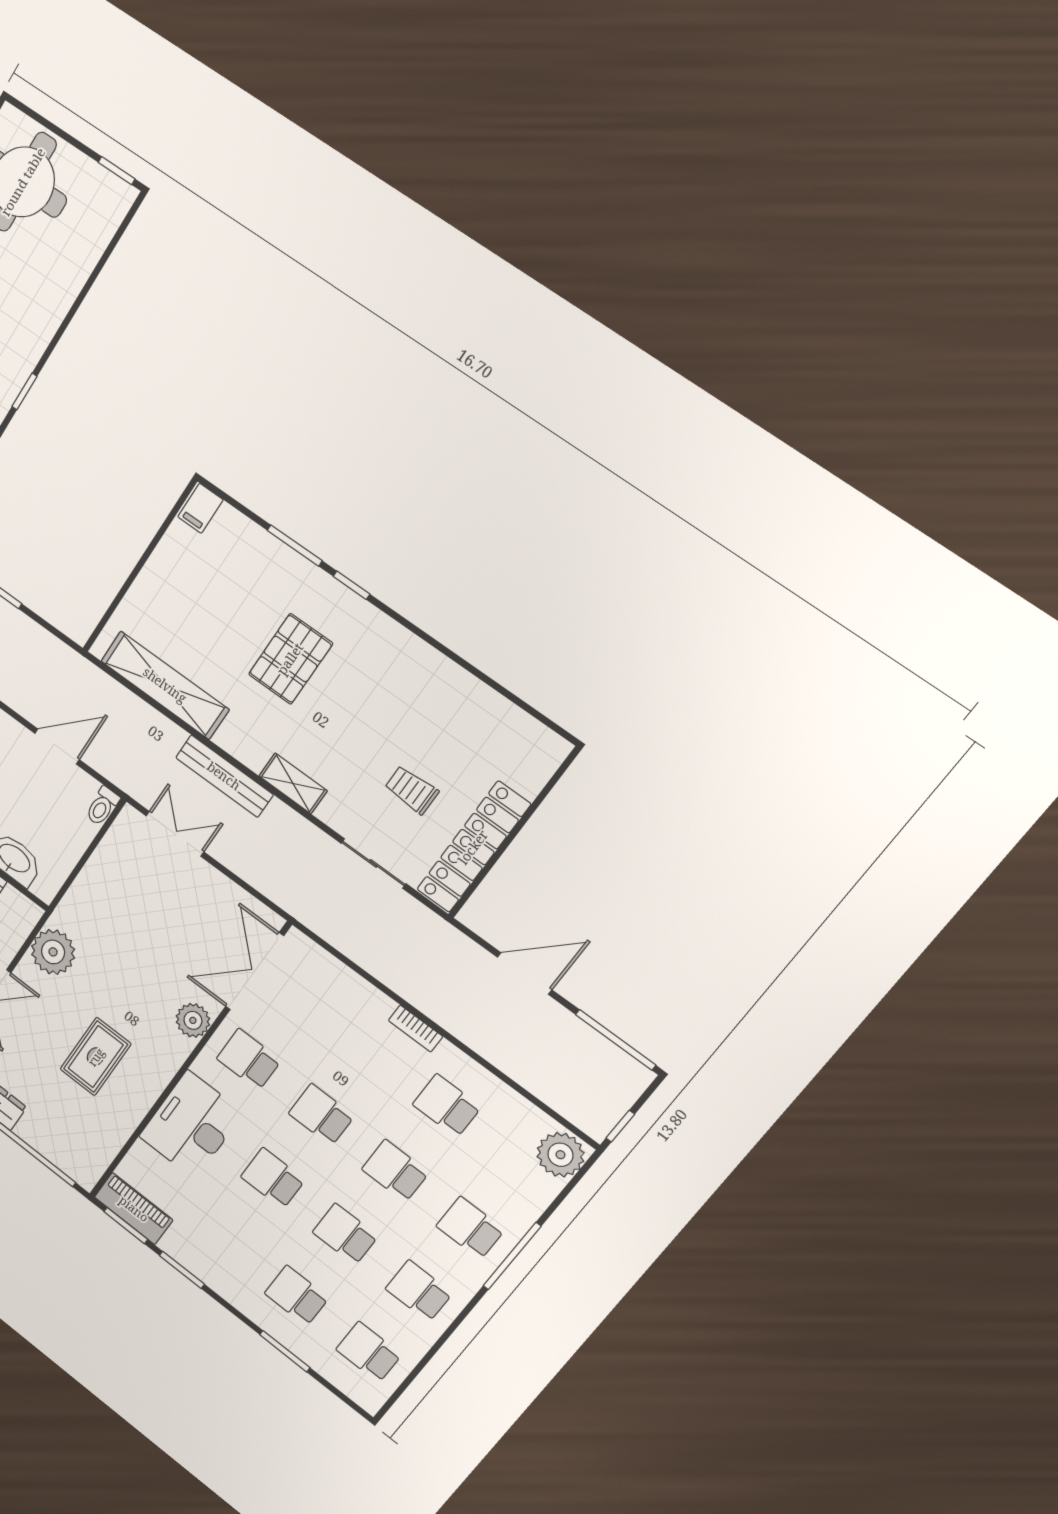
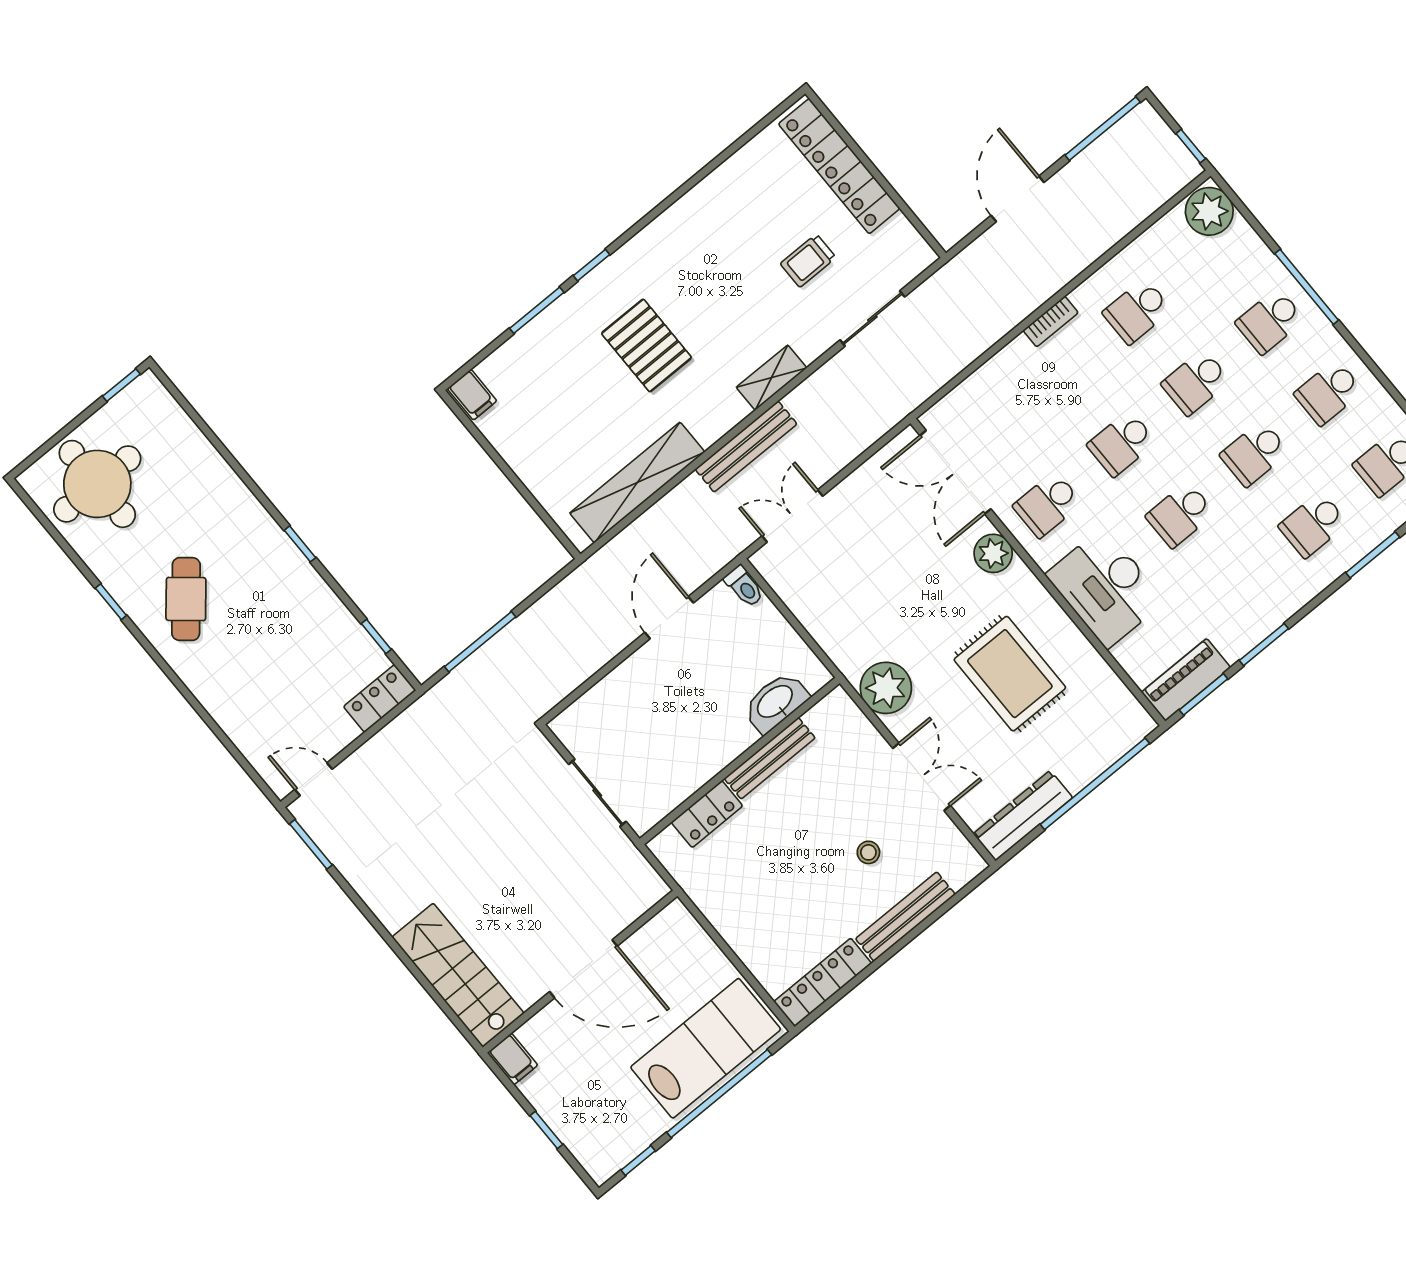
locker: (473, 847) -> (839, 166), moved
rug: (96, 1057) -> (1010, 674), width x1.36, depth x1.43

